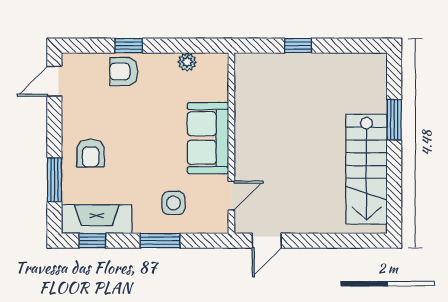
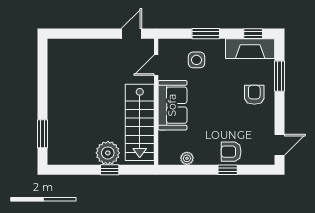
plant: (301, 70) -> (108, 153), added
armchair: (124, 72) -> (231, 152), turned 180
window: (394, 120) -> (43, 134), moved
stairs: (366, 169) -> (140, 122), moved, turned 180

